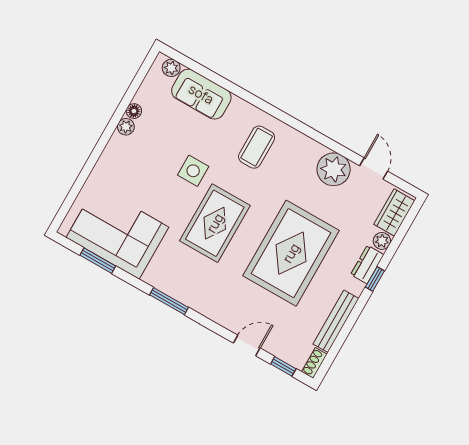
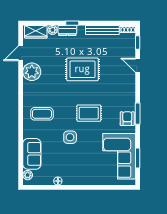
plant: (126, 127) -> (67, 181), removed
rug: (215, 223) -> (89, 113), width x0.73, depth x0.70
rug: (291, 253) -> (82, 69), width x0.73, depth x0.69
armchair: (171, 280) -> (127, 119), added

